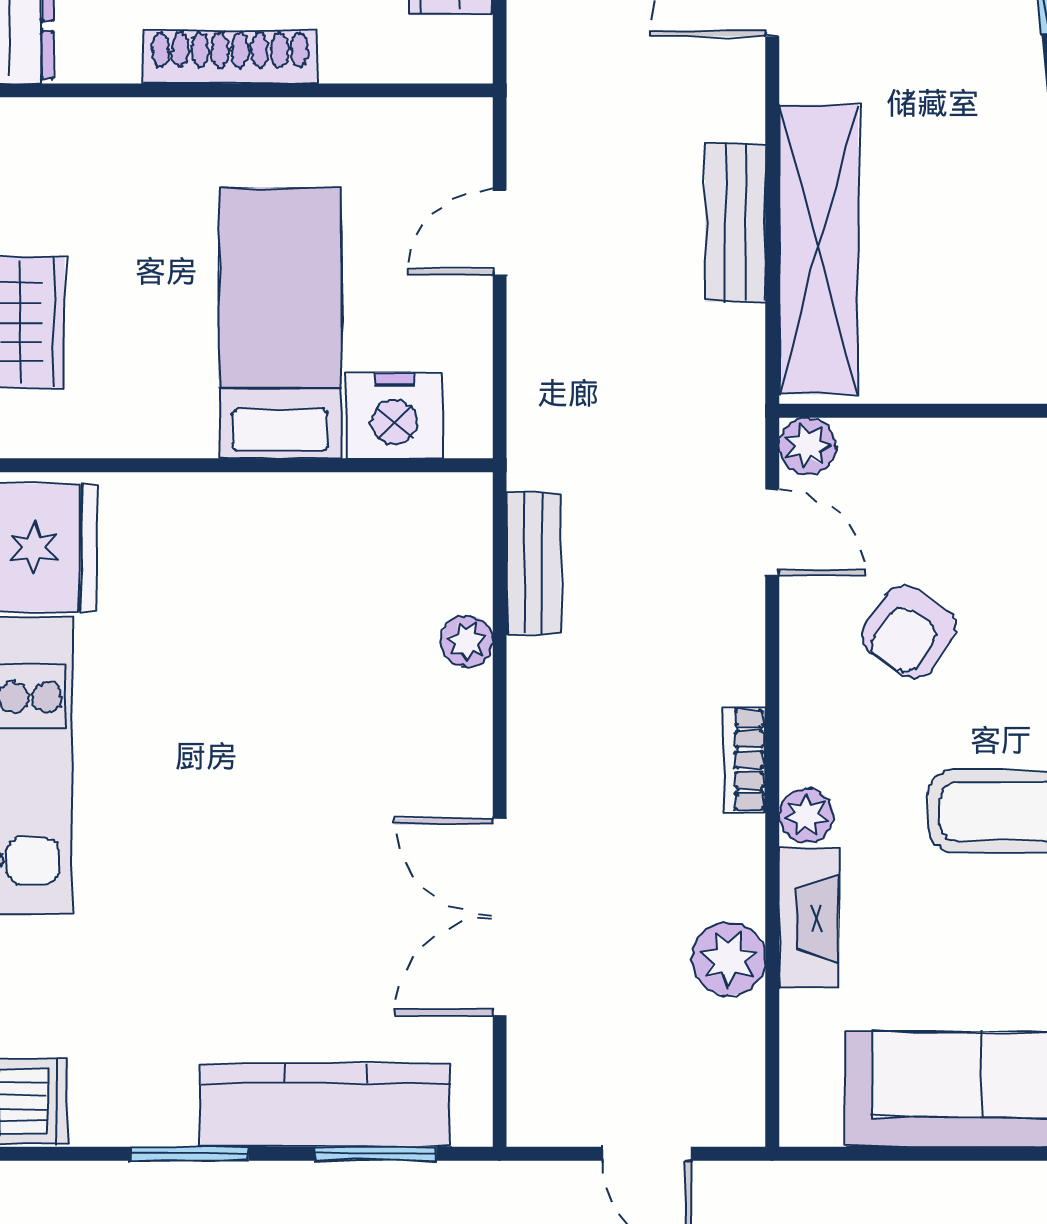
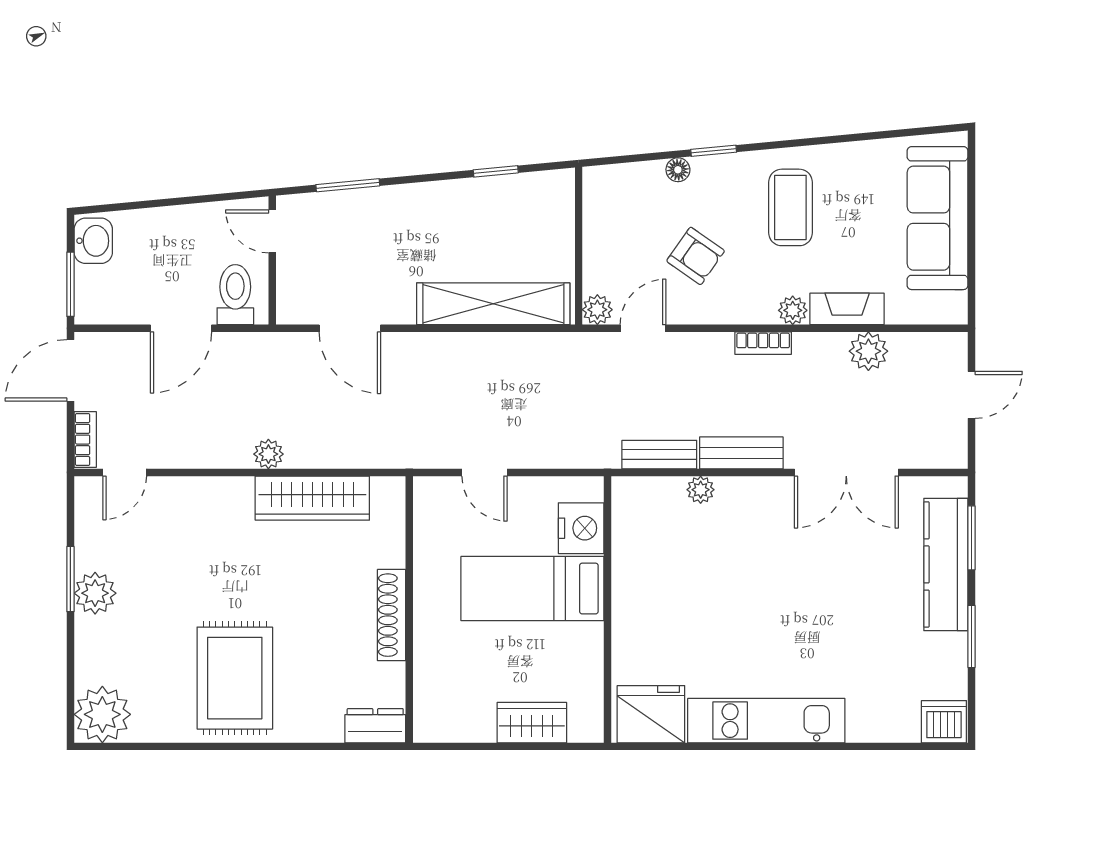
bench: (735, 223) -> (741, 453), moved

